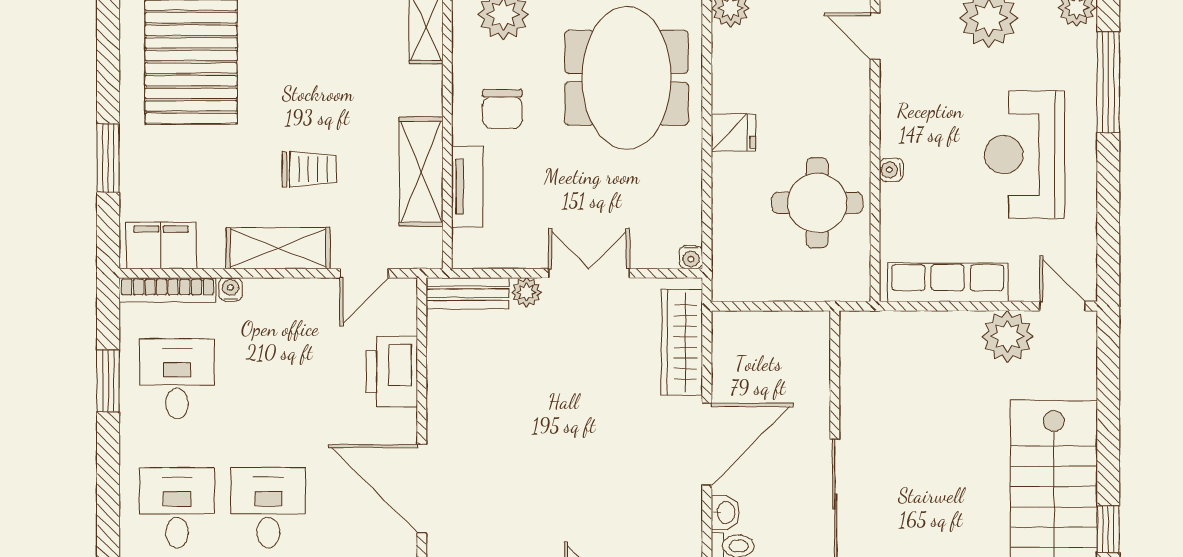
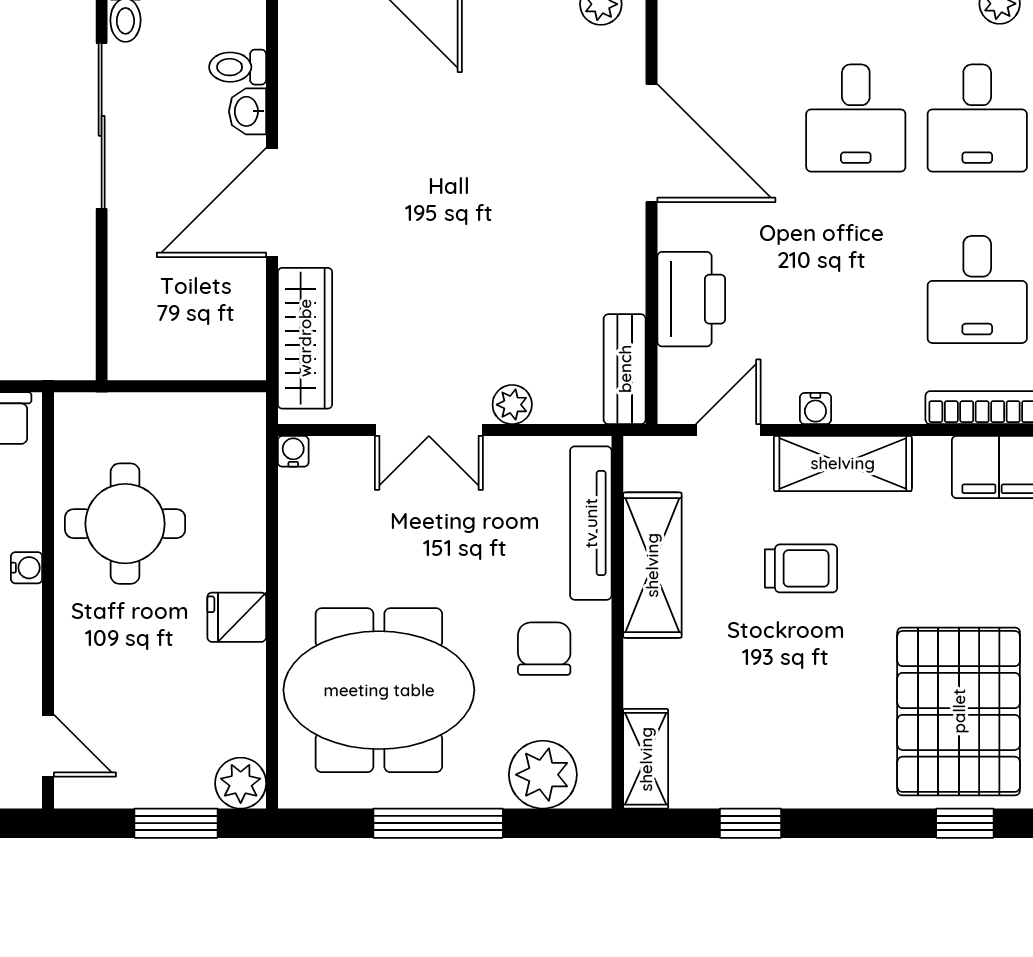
meeting table: (627, 78) -> (379, 690), turned 90
trolley: (309, 169) -> (801, 568), turned 180
tv unit: (467, 187) -> (591, 523), width x1.41
water cooler: (231, 289) -> (815, 409), moved
bench: (467, 293) -> (625, 369), moved, turned 90

